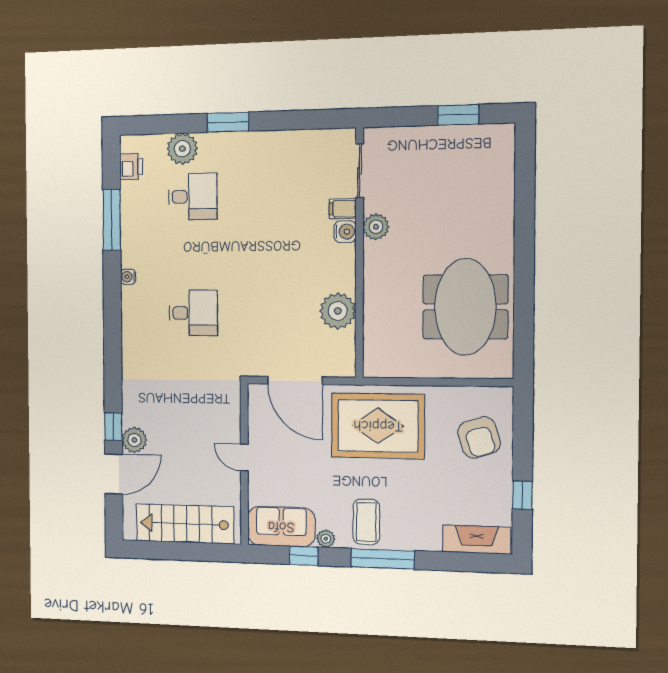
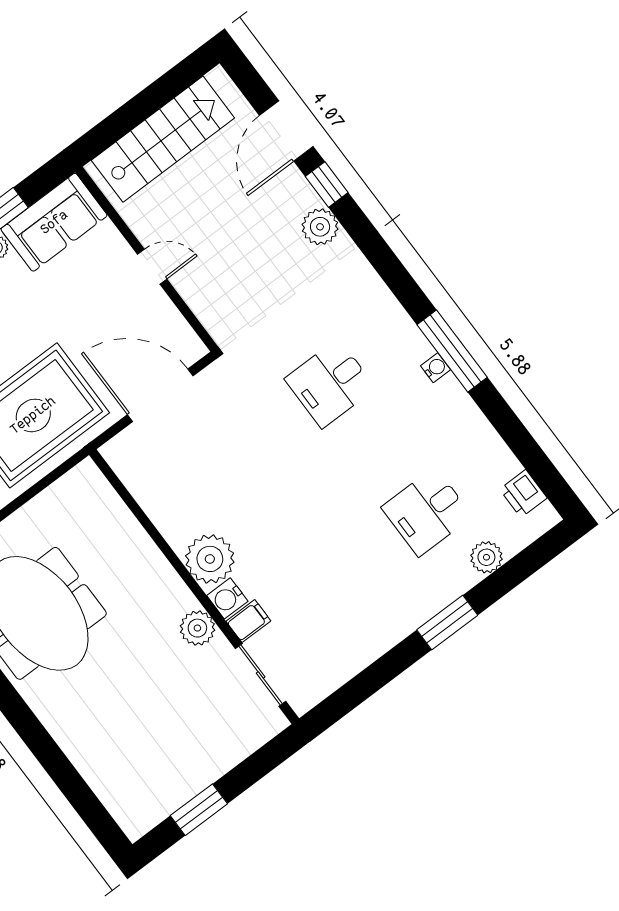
plant: (182, 149) -> (486, 557), width x0.73, depth x0.73
window: (112, 220) -> (452, 351), moved
plant: (338, 311) -> (210, 559), moved
plant: (134, 440) -> (320, 227), moved

